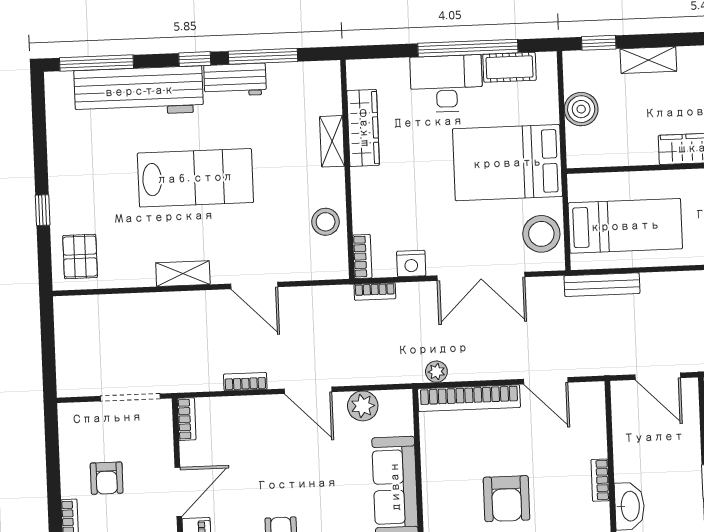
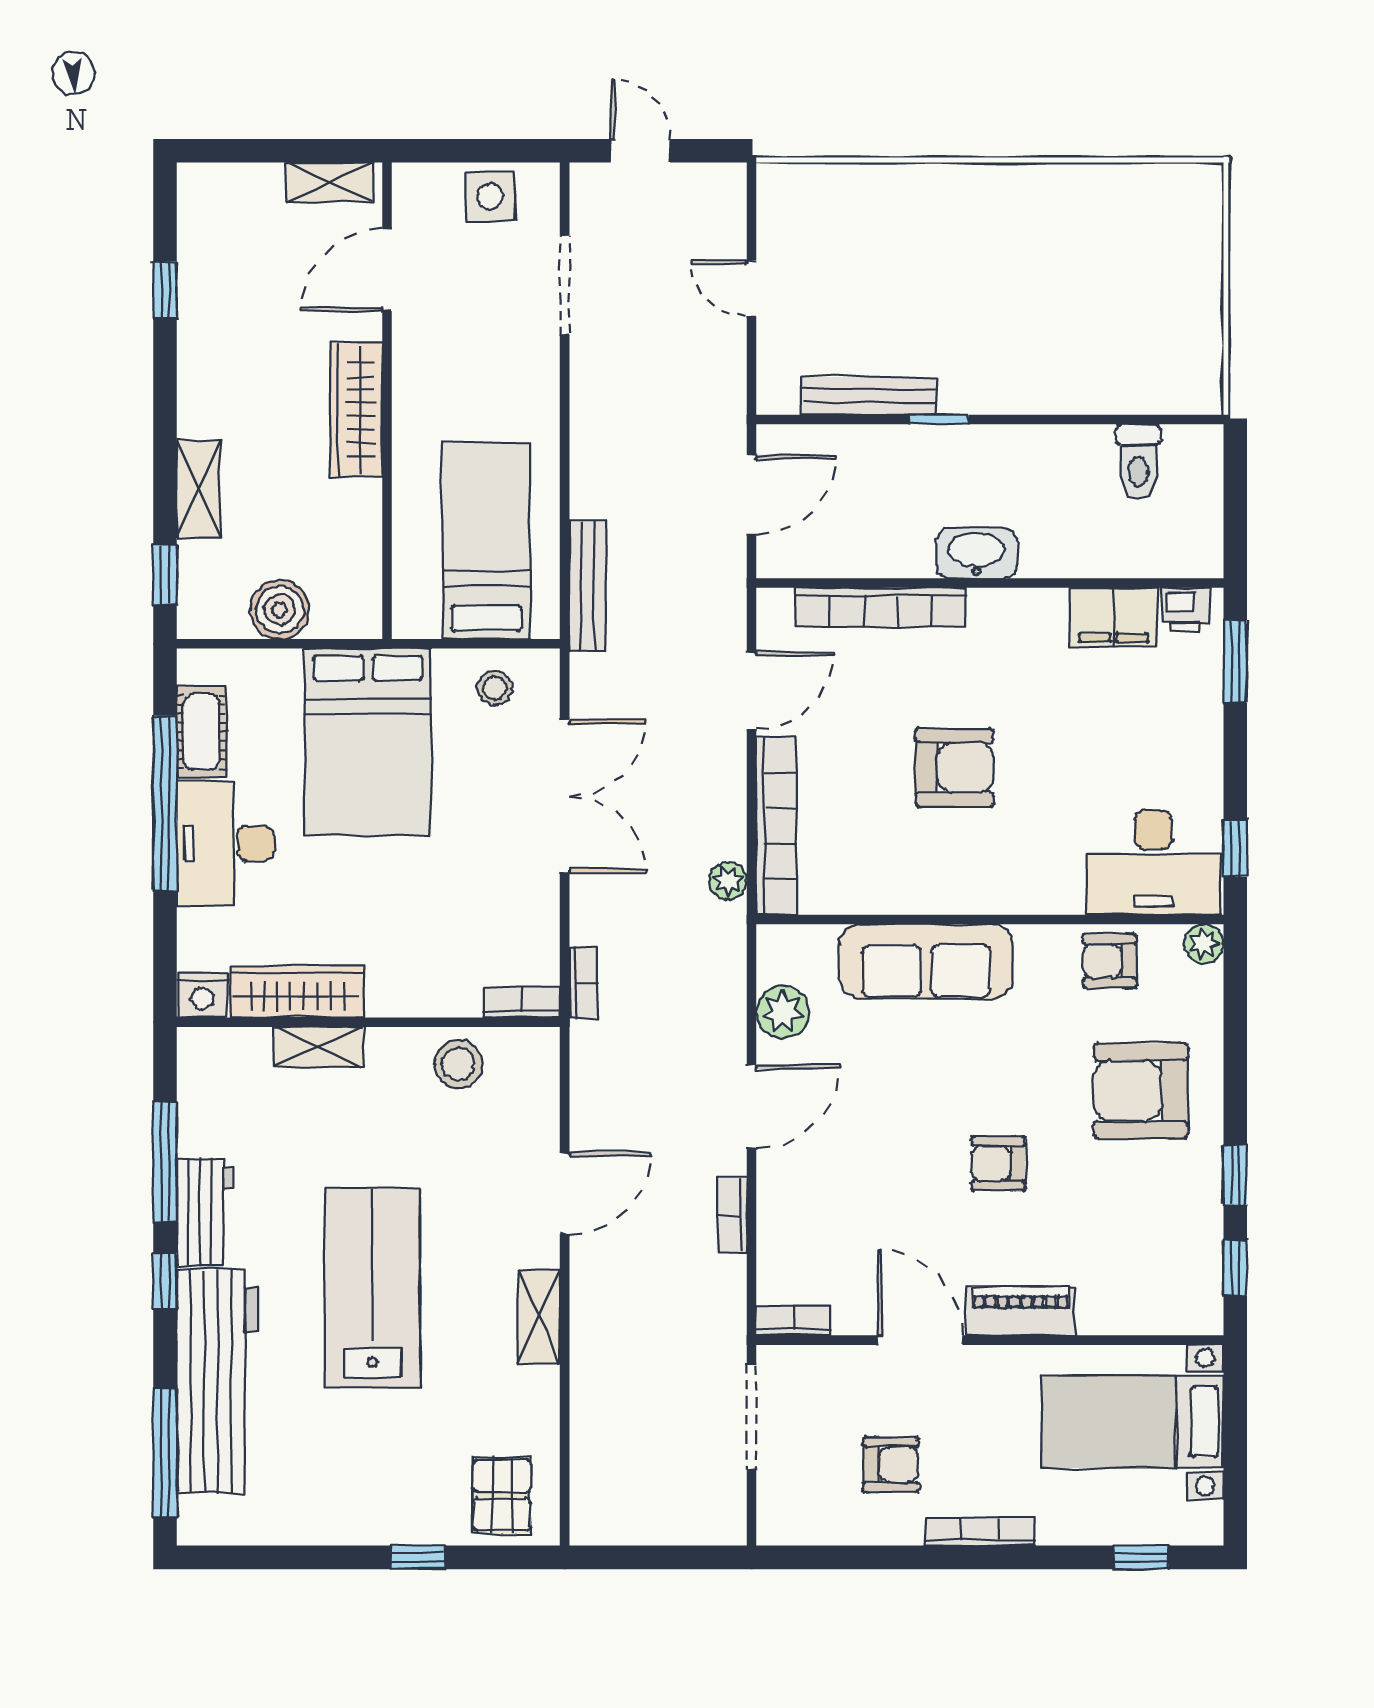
stool: (541, 234) -> (495, 688), width x0.53, depth x0.53
pallet: (80, 257) -> (502, 1495), turned 90
nightstand: (411, 264) -> (202, 995), moved, turned 90
bookcase: (600, 480) -> (881, 607), width x2.31, depth x1.31

